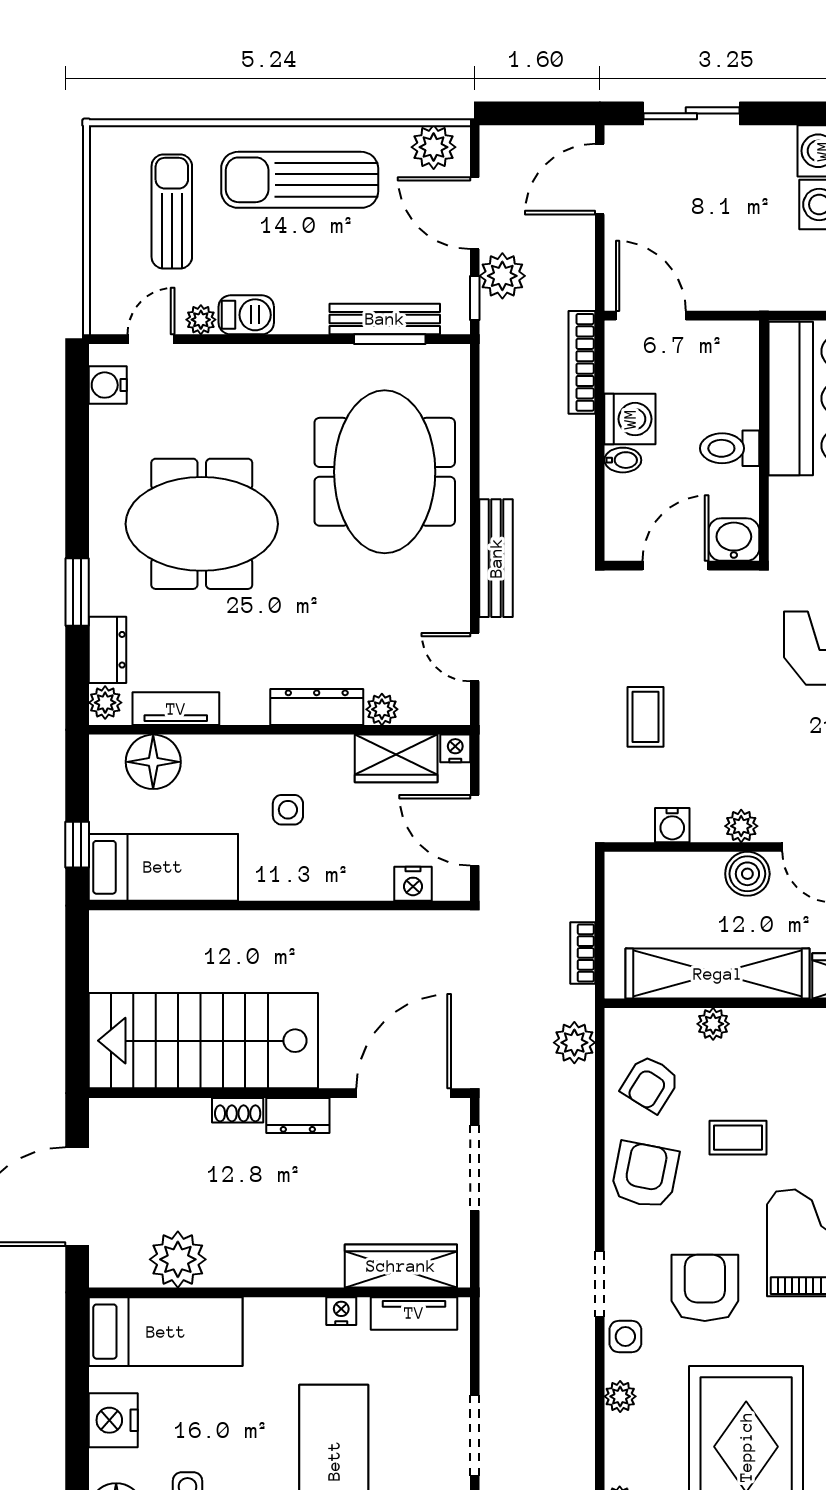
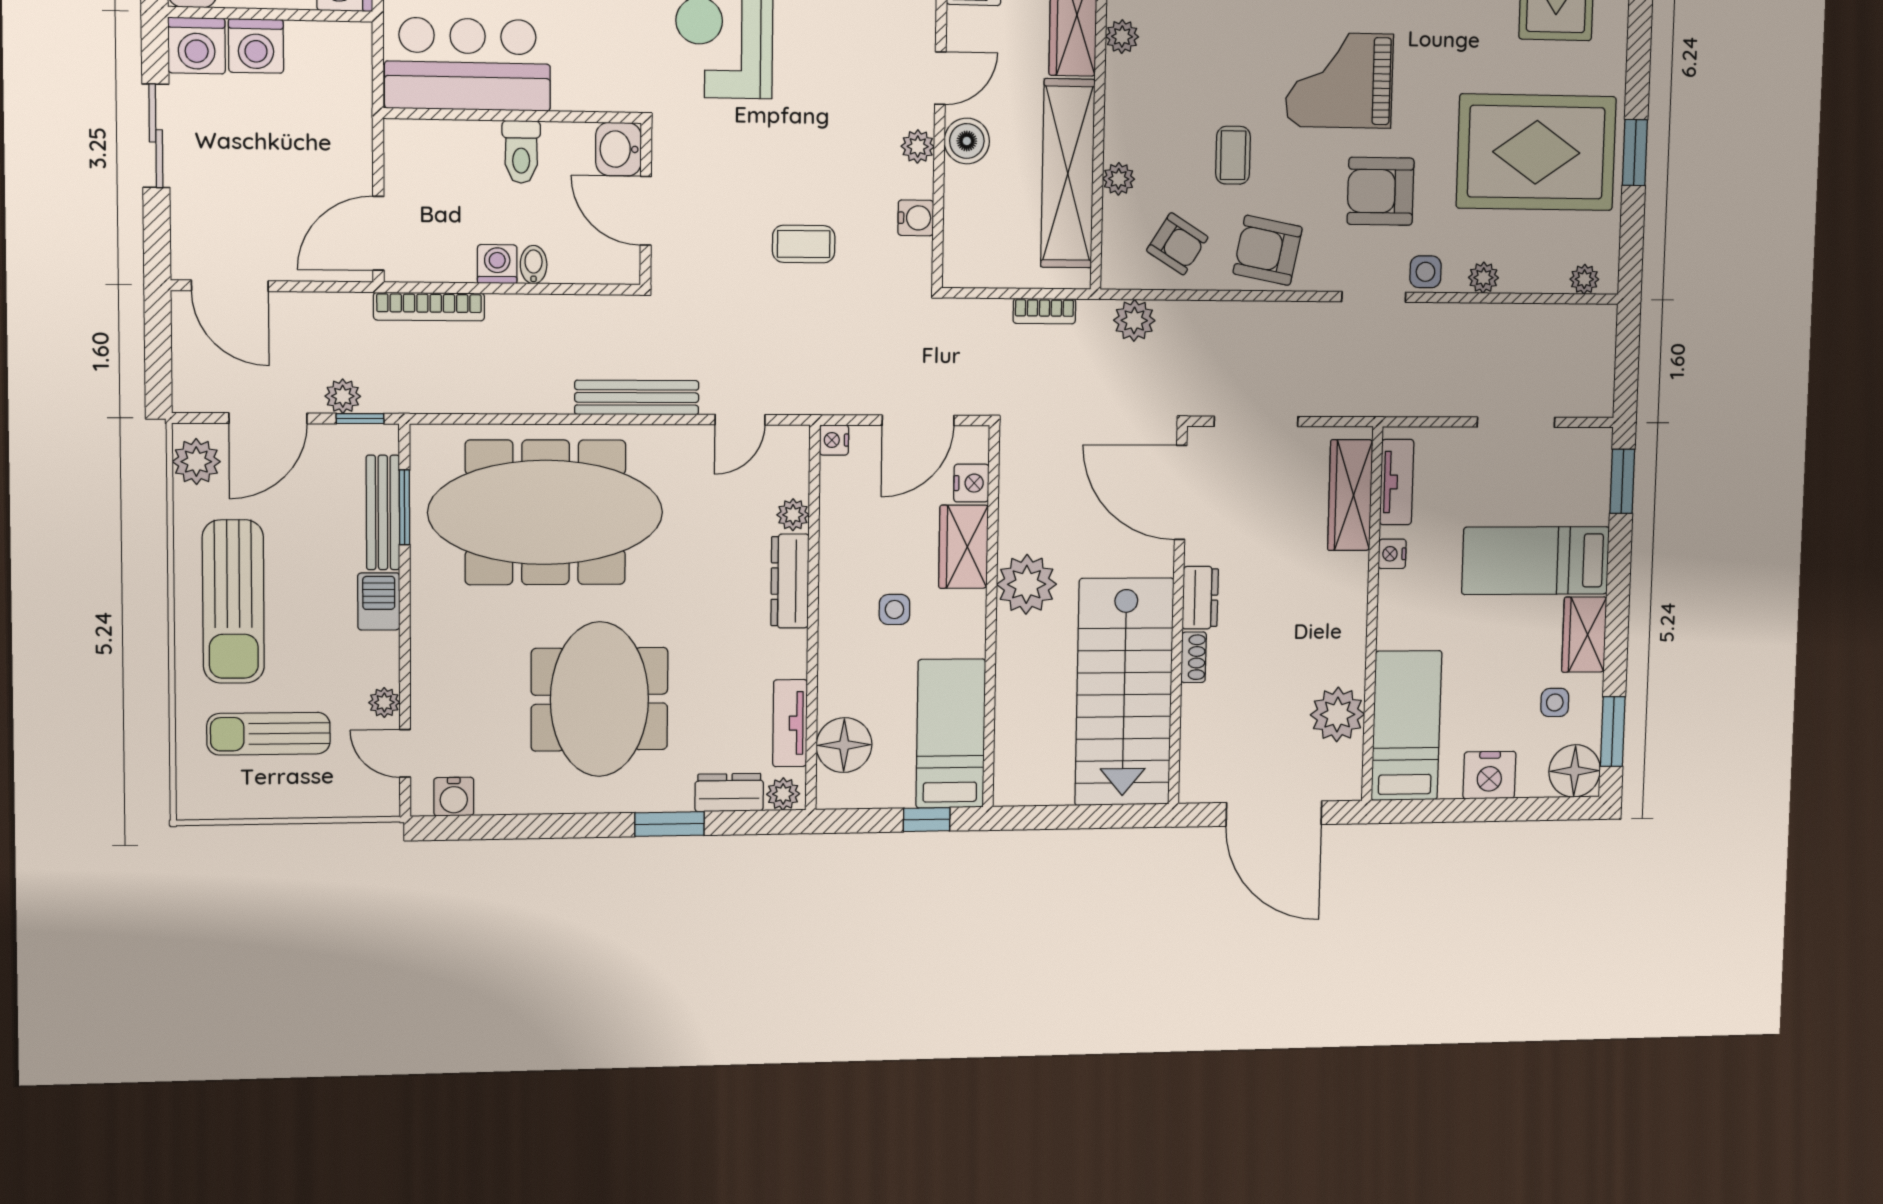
sliding door: (691, 113) -> (156, 136), moved
plant: (502, 276) -> (343, 396), width x0.73, depth x0.73
barbecue: (246, 315) -> (379, 601), moved
washing machine: (630, 419) -> (497, 264), width x0.73, depth x0.73
meeting table: (385, 472) -> (546, 512), width x1.36
wardrobe: (396, 758) -> (963, 547), moved, turned 180
plant: (312, 940) -> (1027, 584), added

